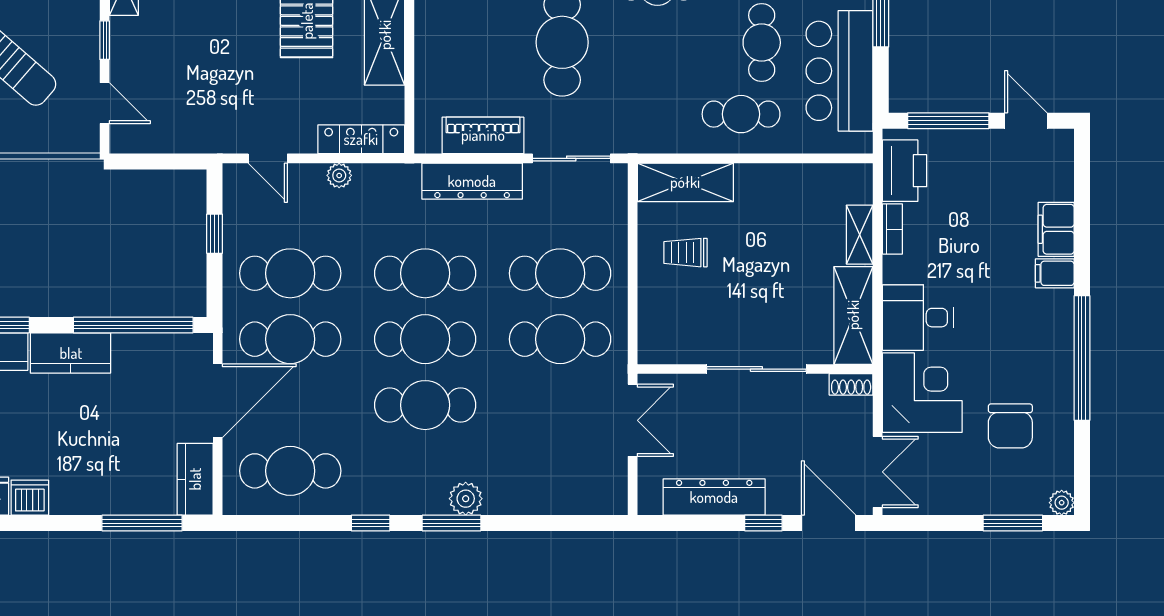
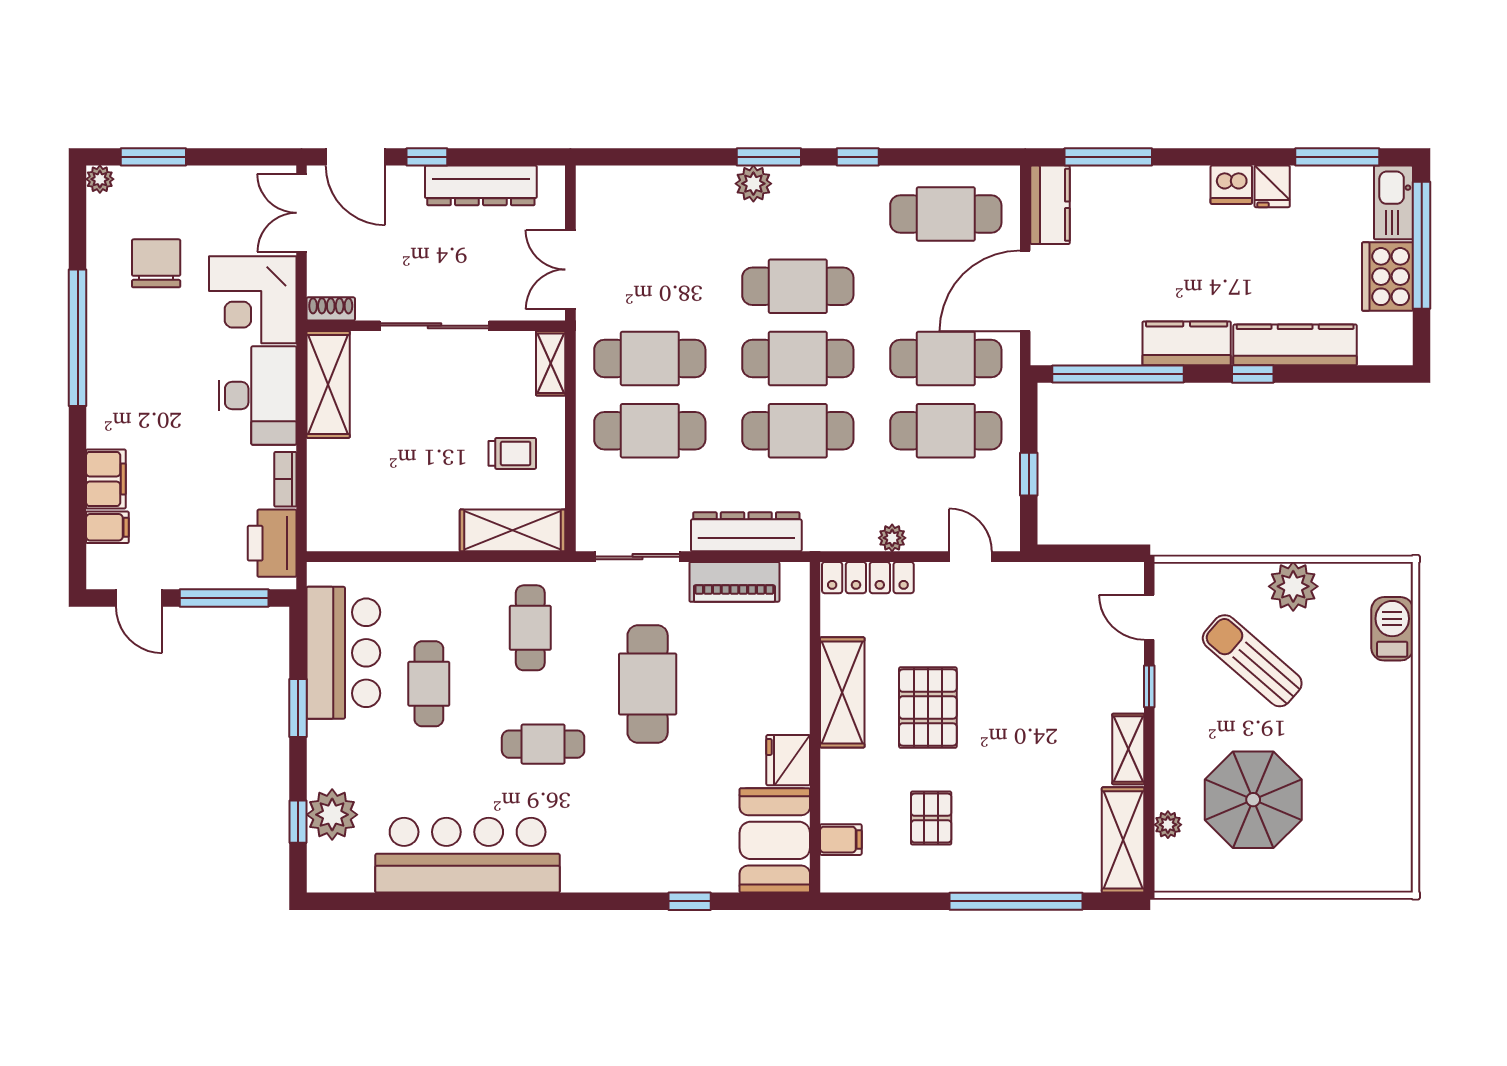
cafe table: (741, 114) -> (530, 628), moved, turned 90
shelving: (860, 235) -> (551, 363), moved
filing cabinet: (1055, 273) -> (107, 527), moved
desk: (918, 318) -> (258, 396), width x1.37

